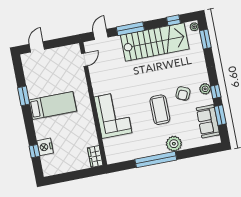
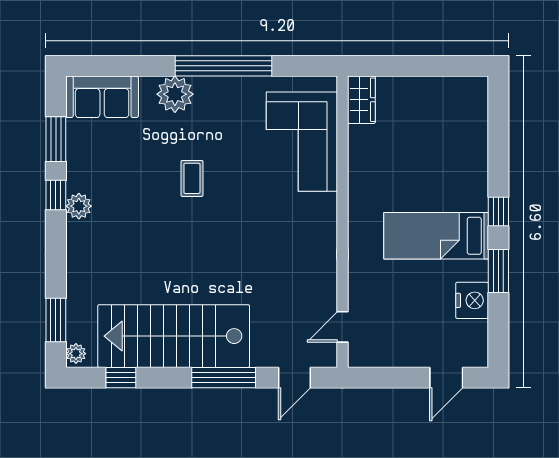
armchair: (183, 93) -> (132, 205), removed
coffee table: (160, 110) -> (192, 178), width x0.54, depth x0.58
corner sofa: (113, 115) -> (302, 142), moved
sofa: (208, 121) -> (102, 97), moved, turned 90
nightstand: (45, 147) -> (472, 300), moved
window: (34, 151) -> (498, 211), moved

